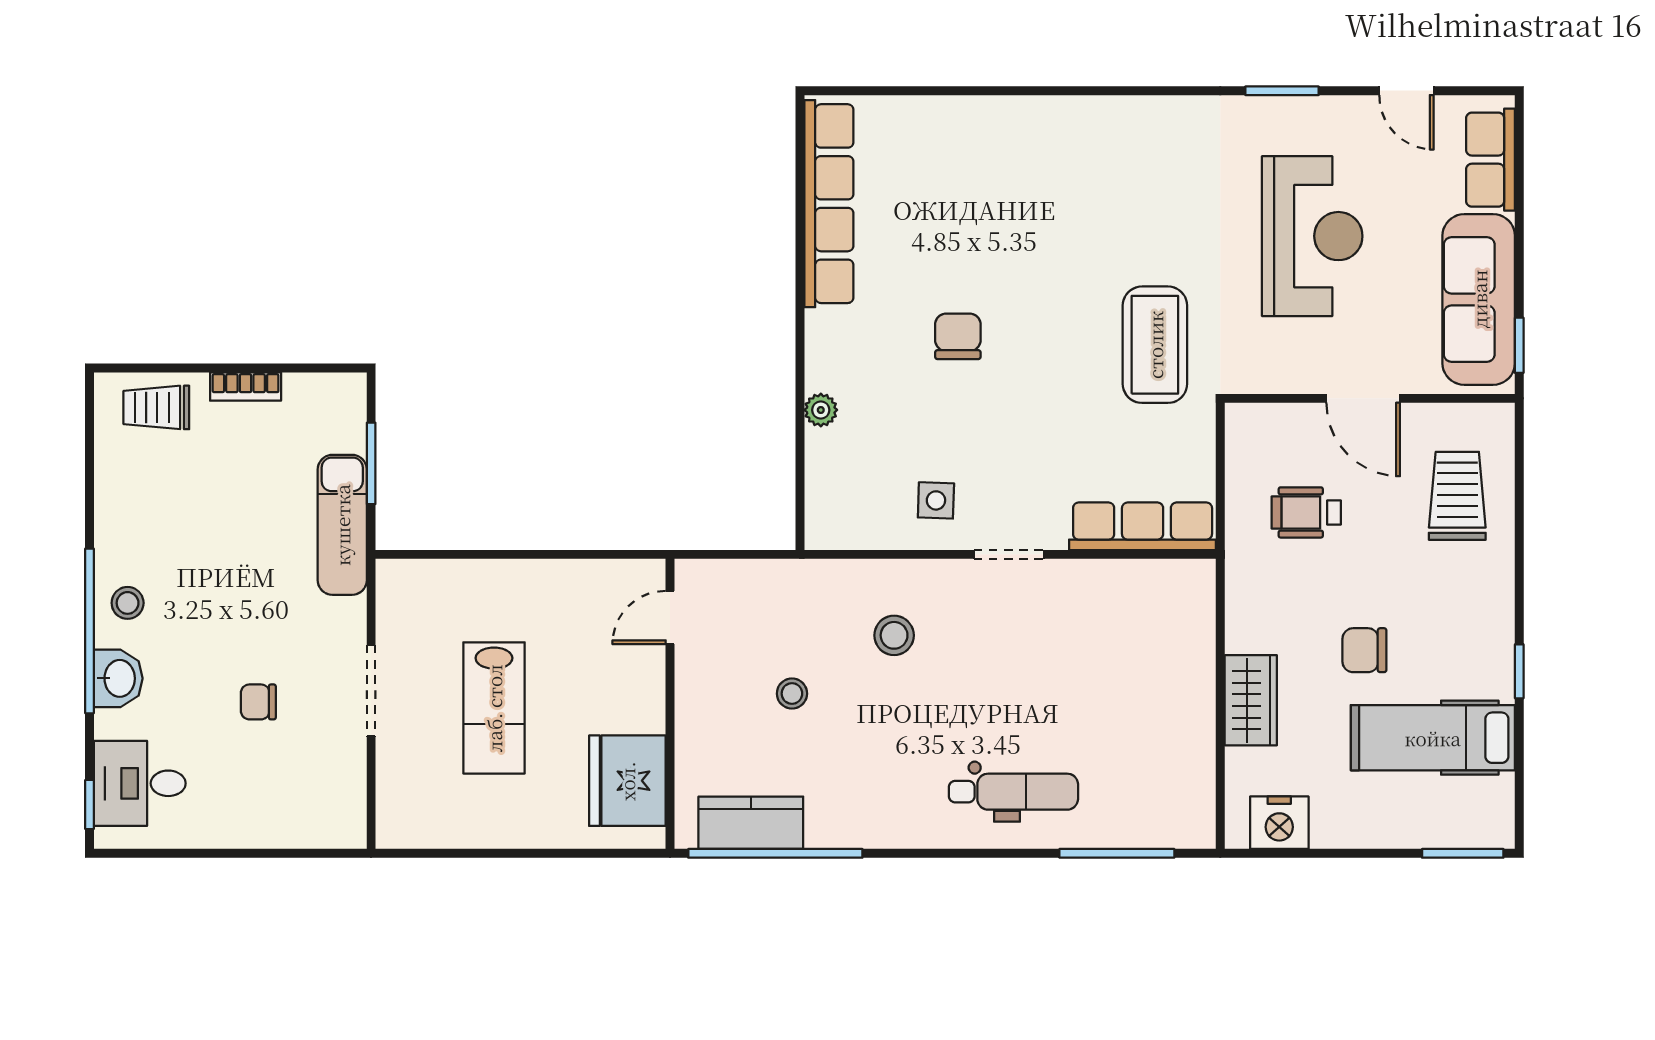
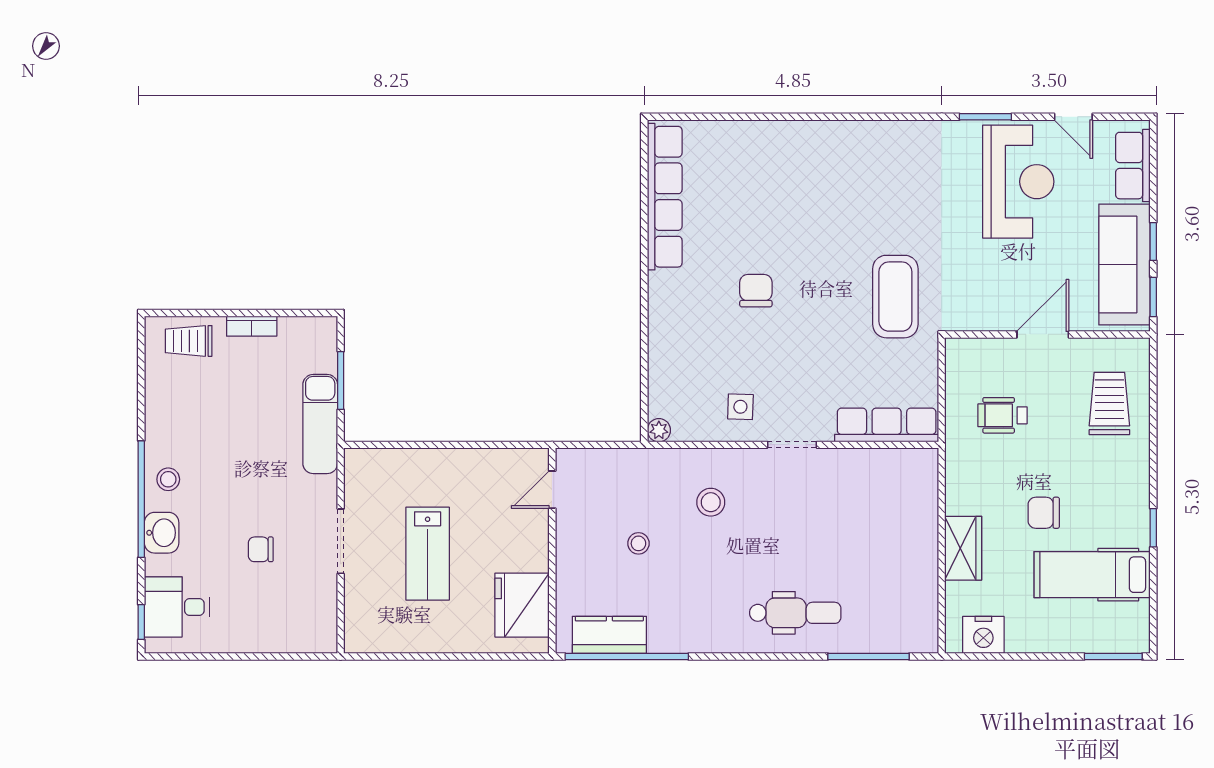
reception desk: (1312, 236) -> (1018, 182), moved
window: (1519, 267) -> (1153, 242), added
door: (1363, 398) -> (1043, 334), swing flipped
plant: (821, 410) -> (659, 430), moved

